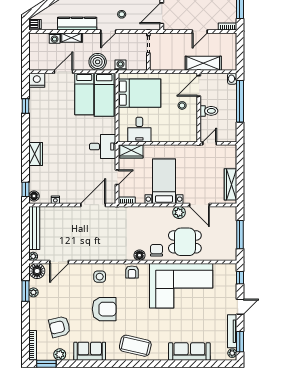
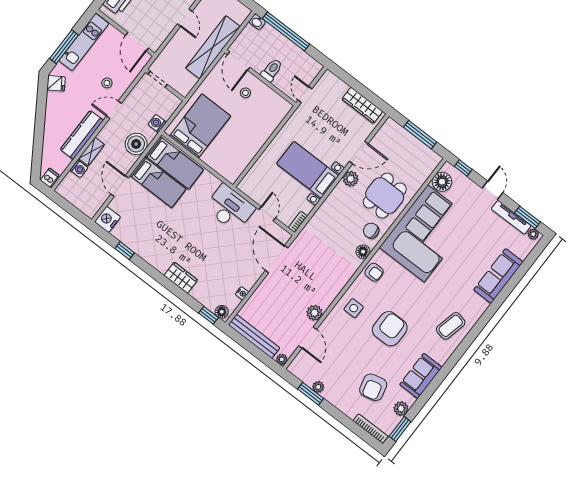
door: (108, 31) -> (114, 110), swing flipped
shelving: (203, 63) -> (213, 47), width x1.47
desk: (139, 130) -> (237, 154), removed
desk: (103, 147) -> (230, 208), width x1.37
wardrobe: (131, 151) -> (252, 179), removed
plant: (78, 254) -> (314, 313), added
floor lamp: (37, 271) -> (442, 182), moved
coffee table: (135, 346) -> (451, 326), width x0.73, depth x0.76

